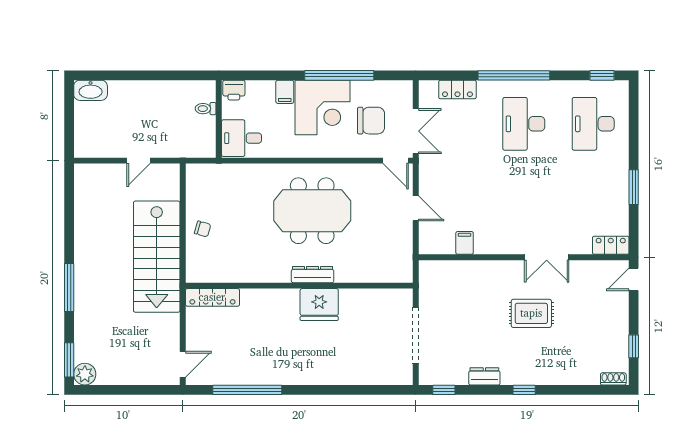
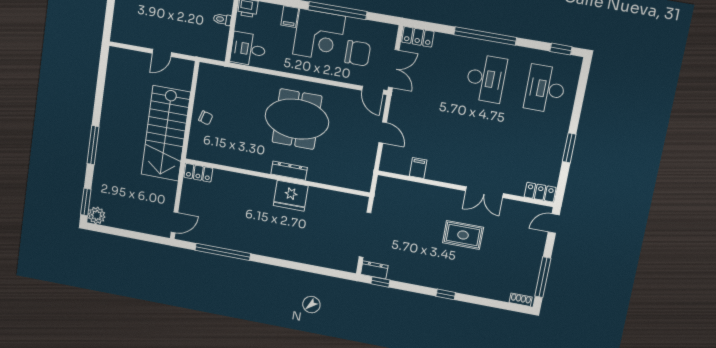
locker: (457, 90) -> (418, 37), moved
desk: (524, 124) -> (486, 78), turned 180
locker: (212, 297) -> (198, 173), width x0.66
window: (634, 346) -> (543, 277), width x2.17
dresser: (484, 376) -> (374, 270), moved

